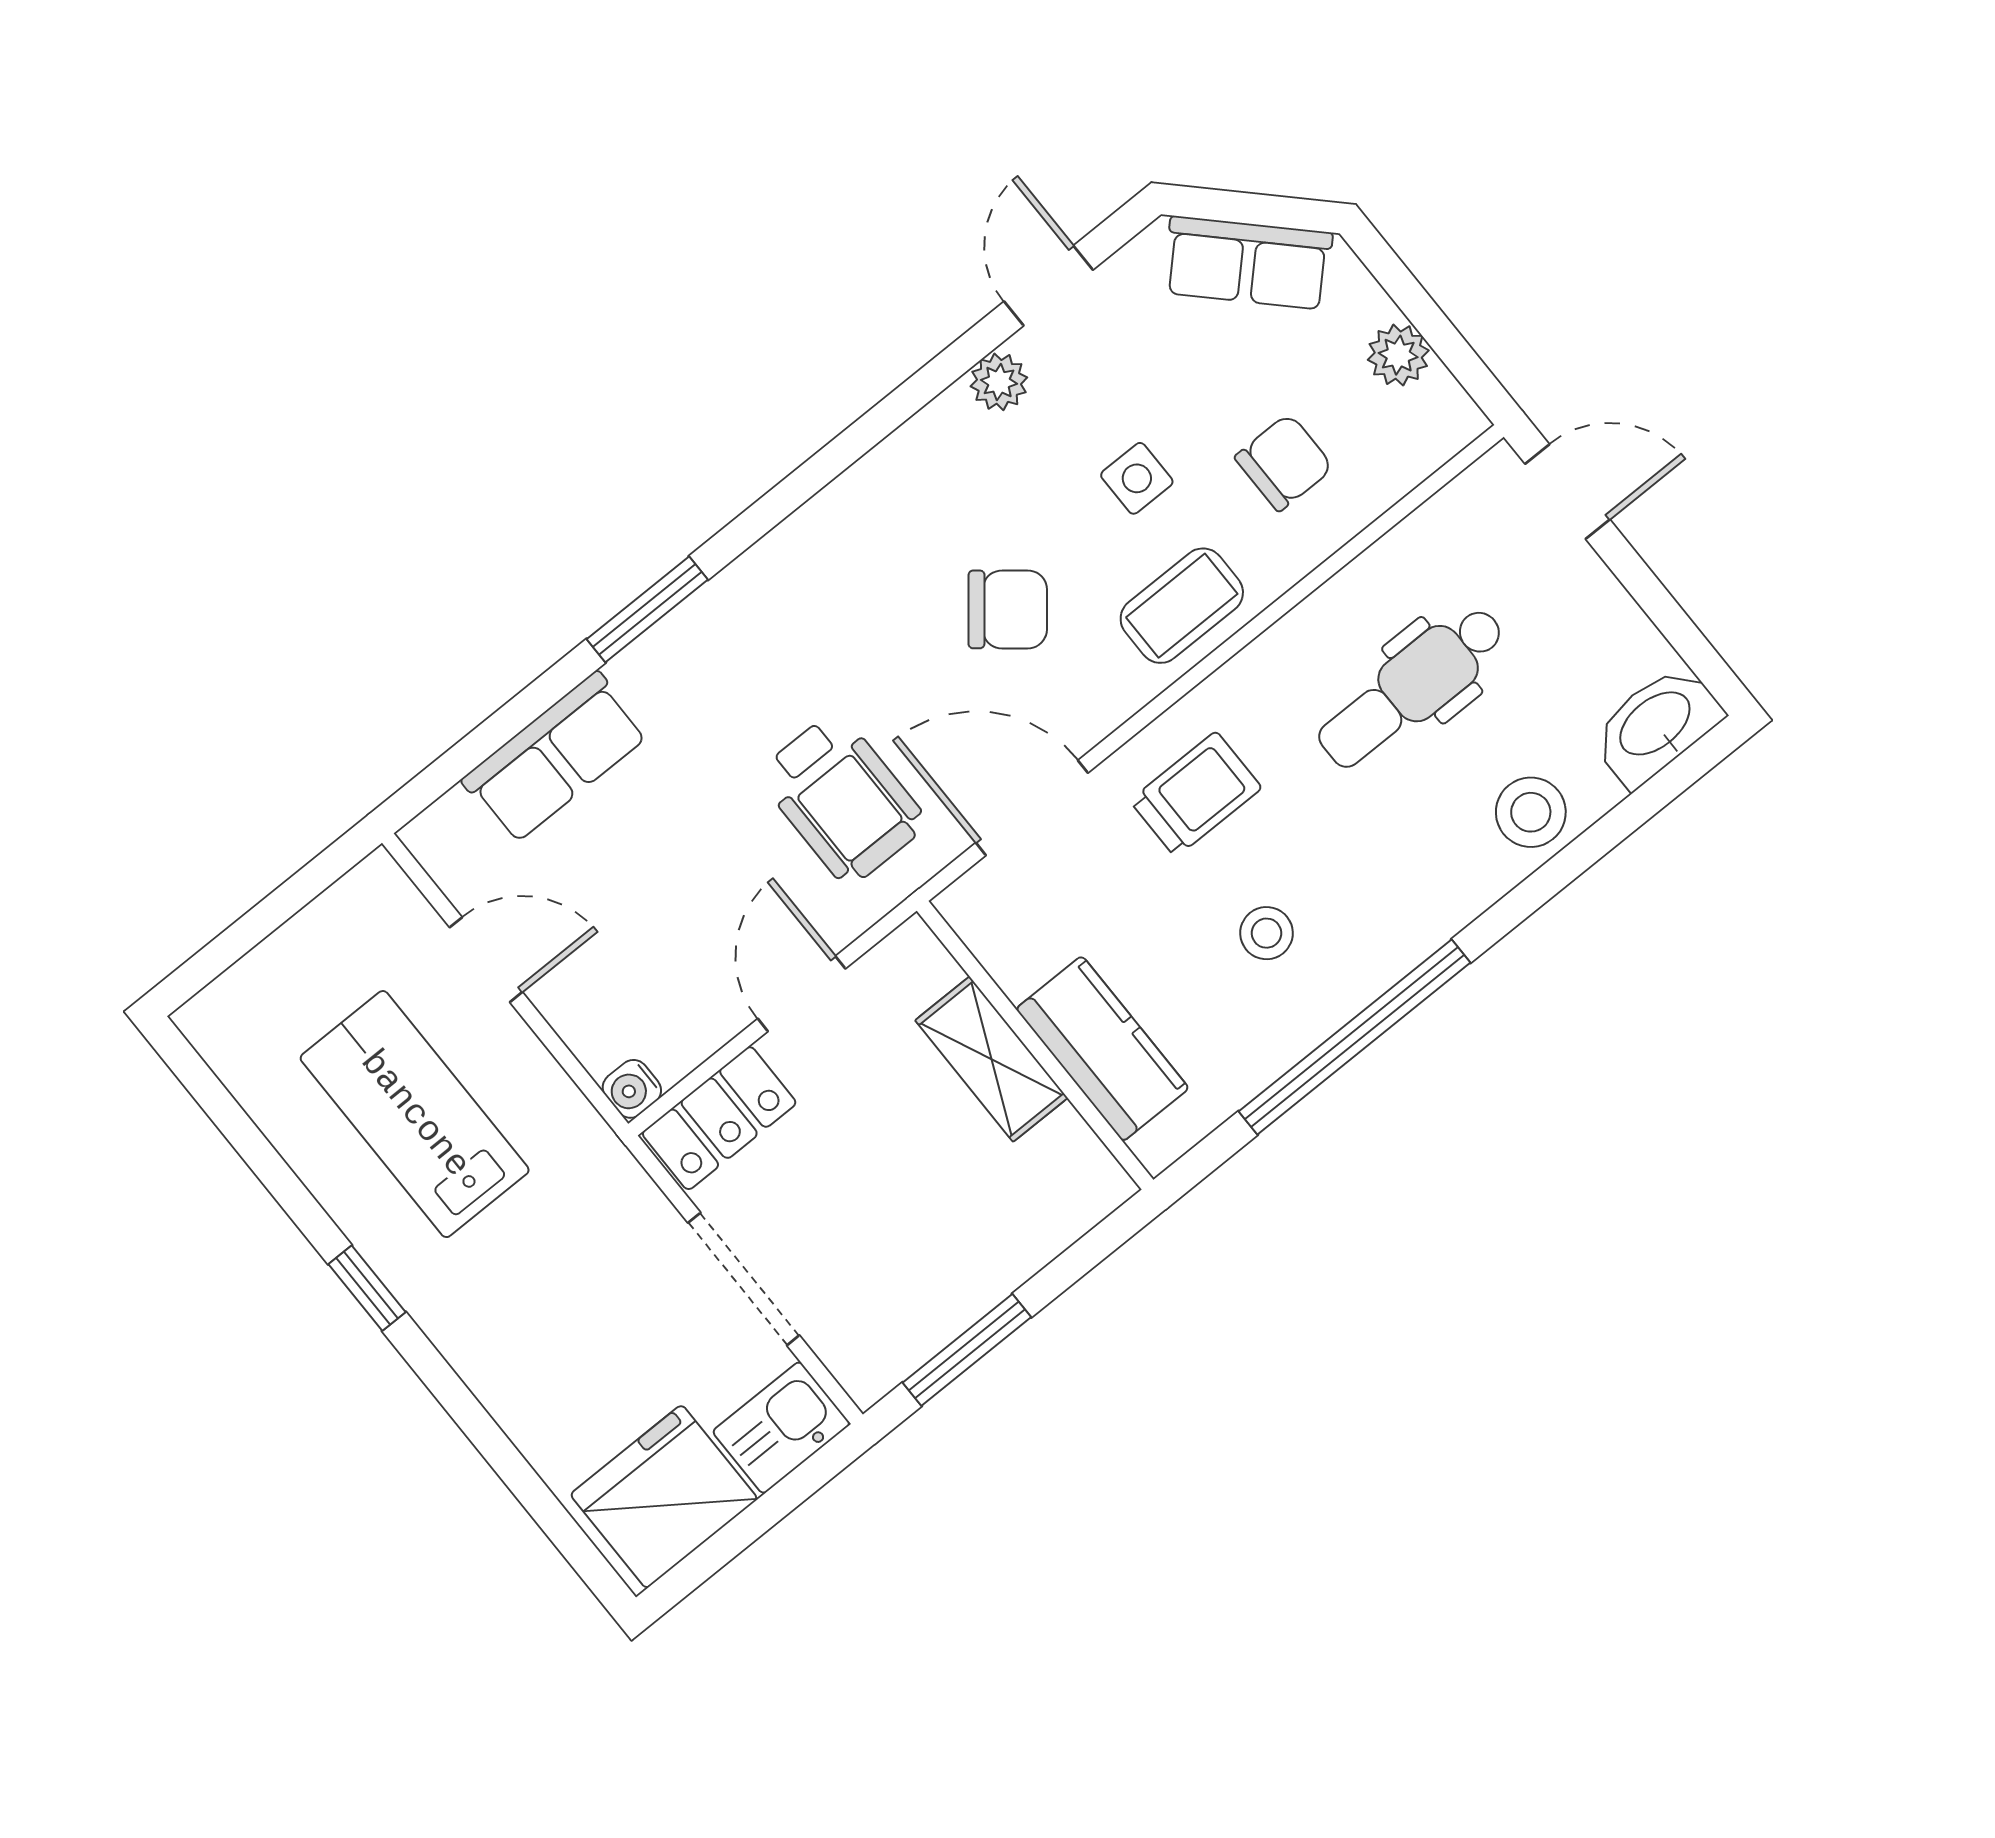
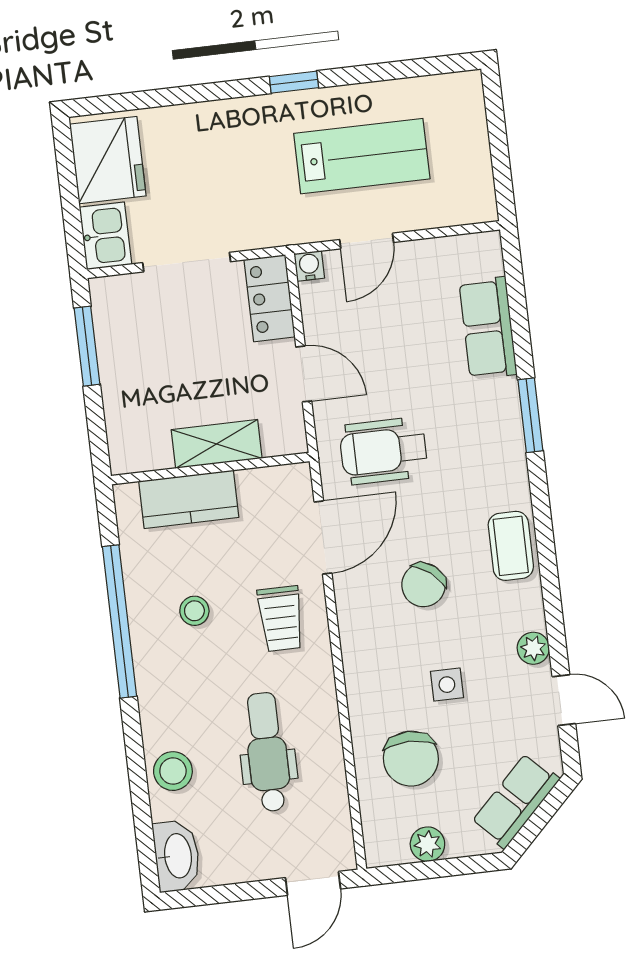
chair: (1284, 462) -> (411, 759), width x1.37, depth x1.37
coffee table: (1182, 606) -> (511, 546), moved
door: (486, 960) -> (367, 241), moved

